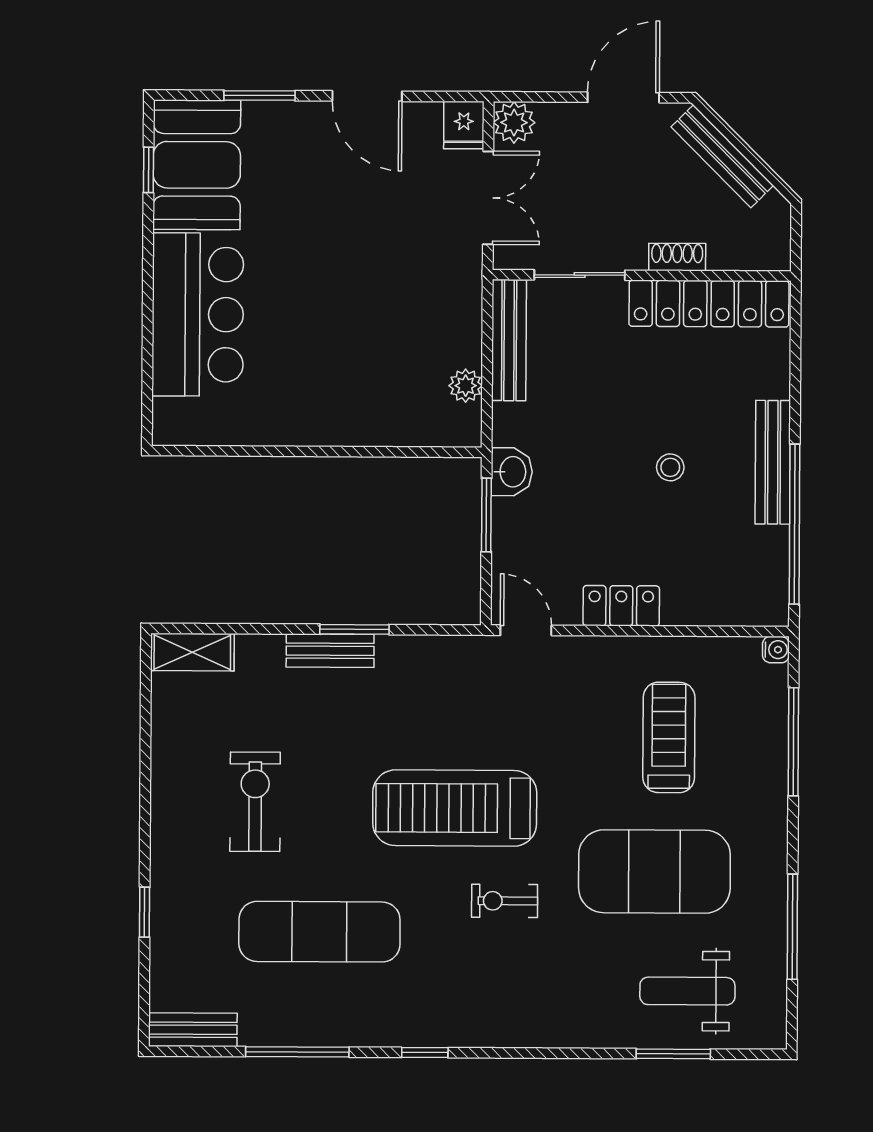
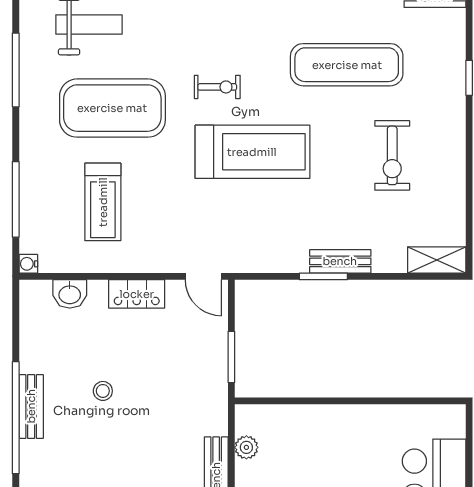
bench: (773, 462) -> (31, 406), width x0.73
washbasin: (512, 472) -> (70, 294), moved, turned -90
window: (795, 524) -> (16, 418), moved

